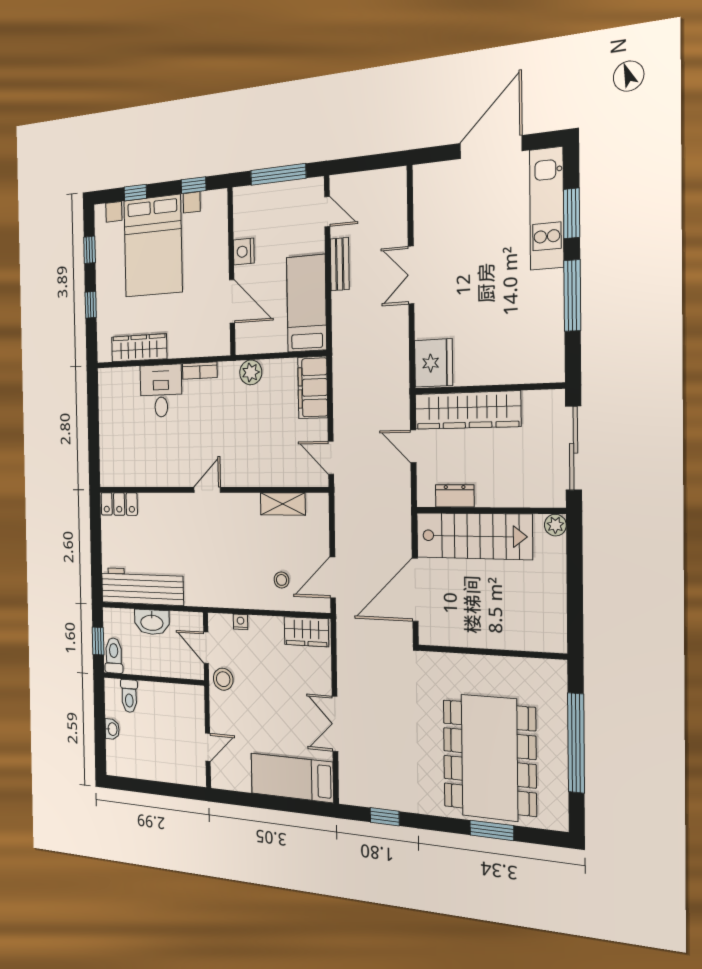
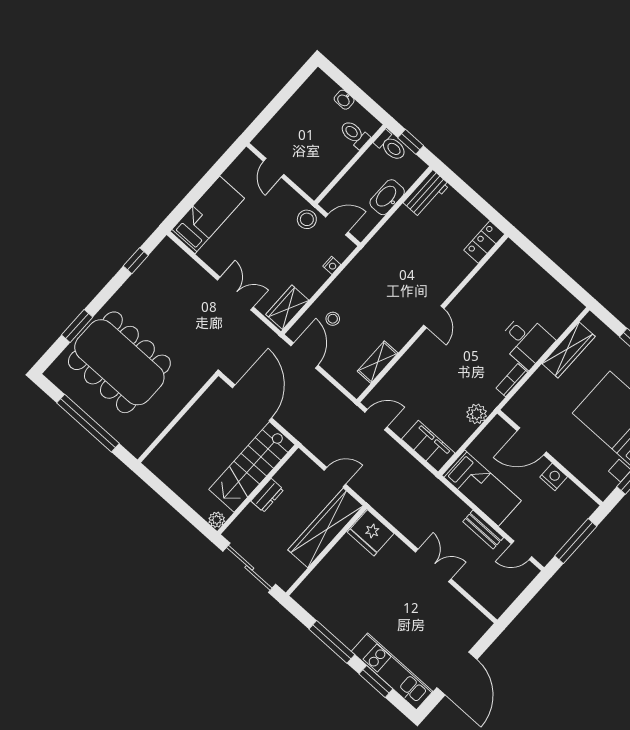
dresser: (455, 496) -> (267, 495), moved
workbench: (142, 586) -> (426, 194), width x0.53, depth x0.76
double door: (335, 724) -> (235, 293), moved

